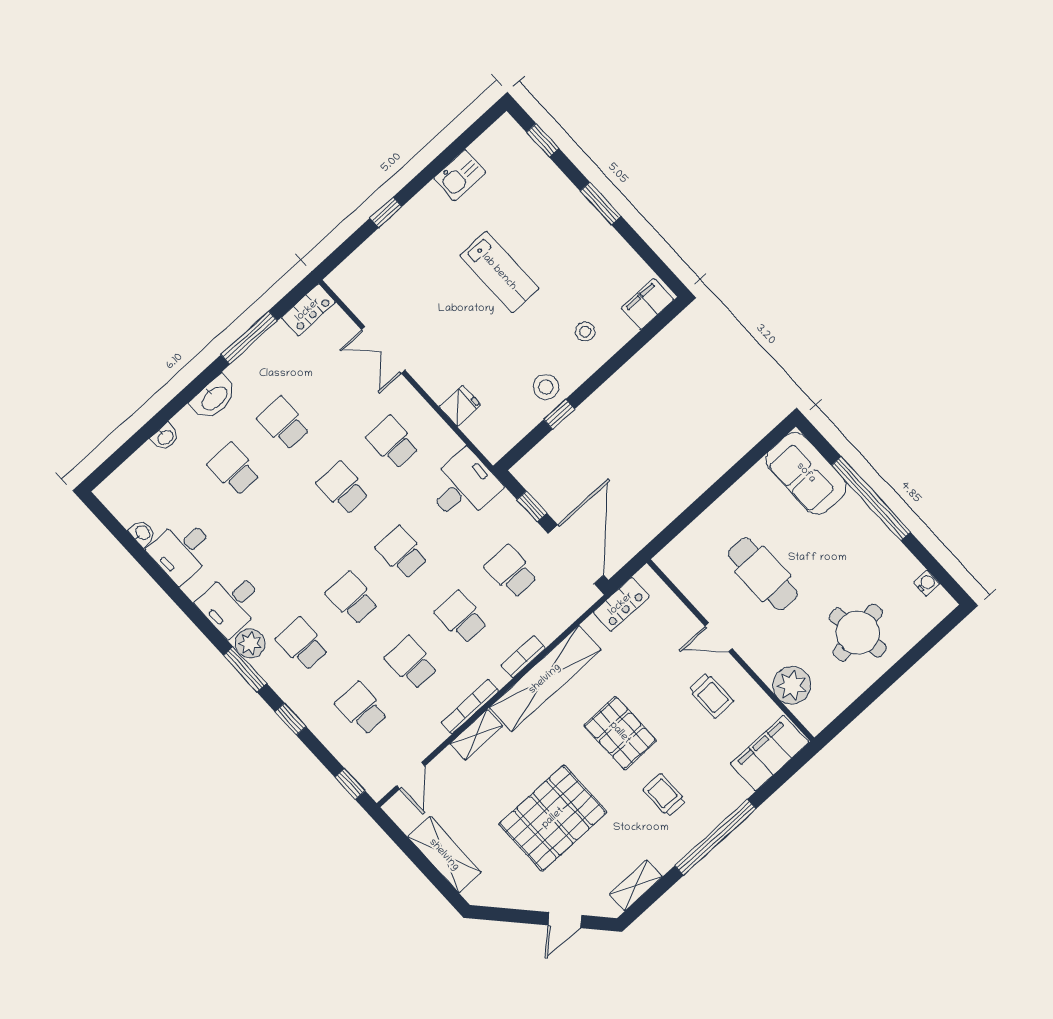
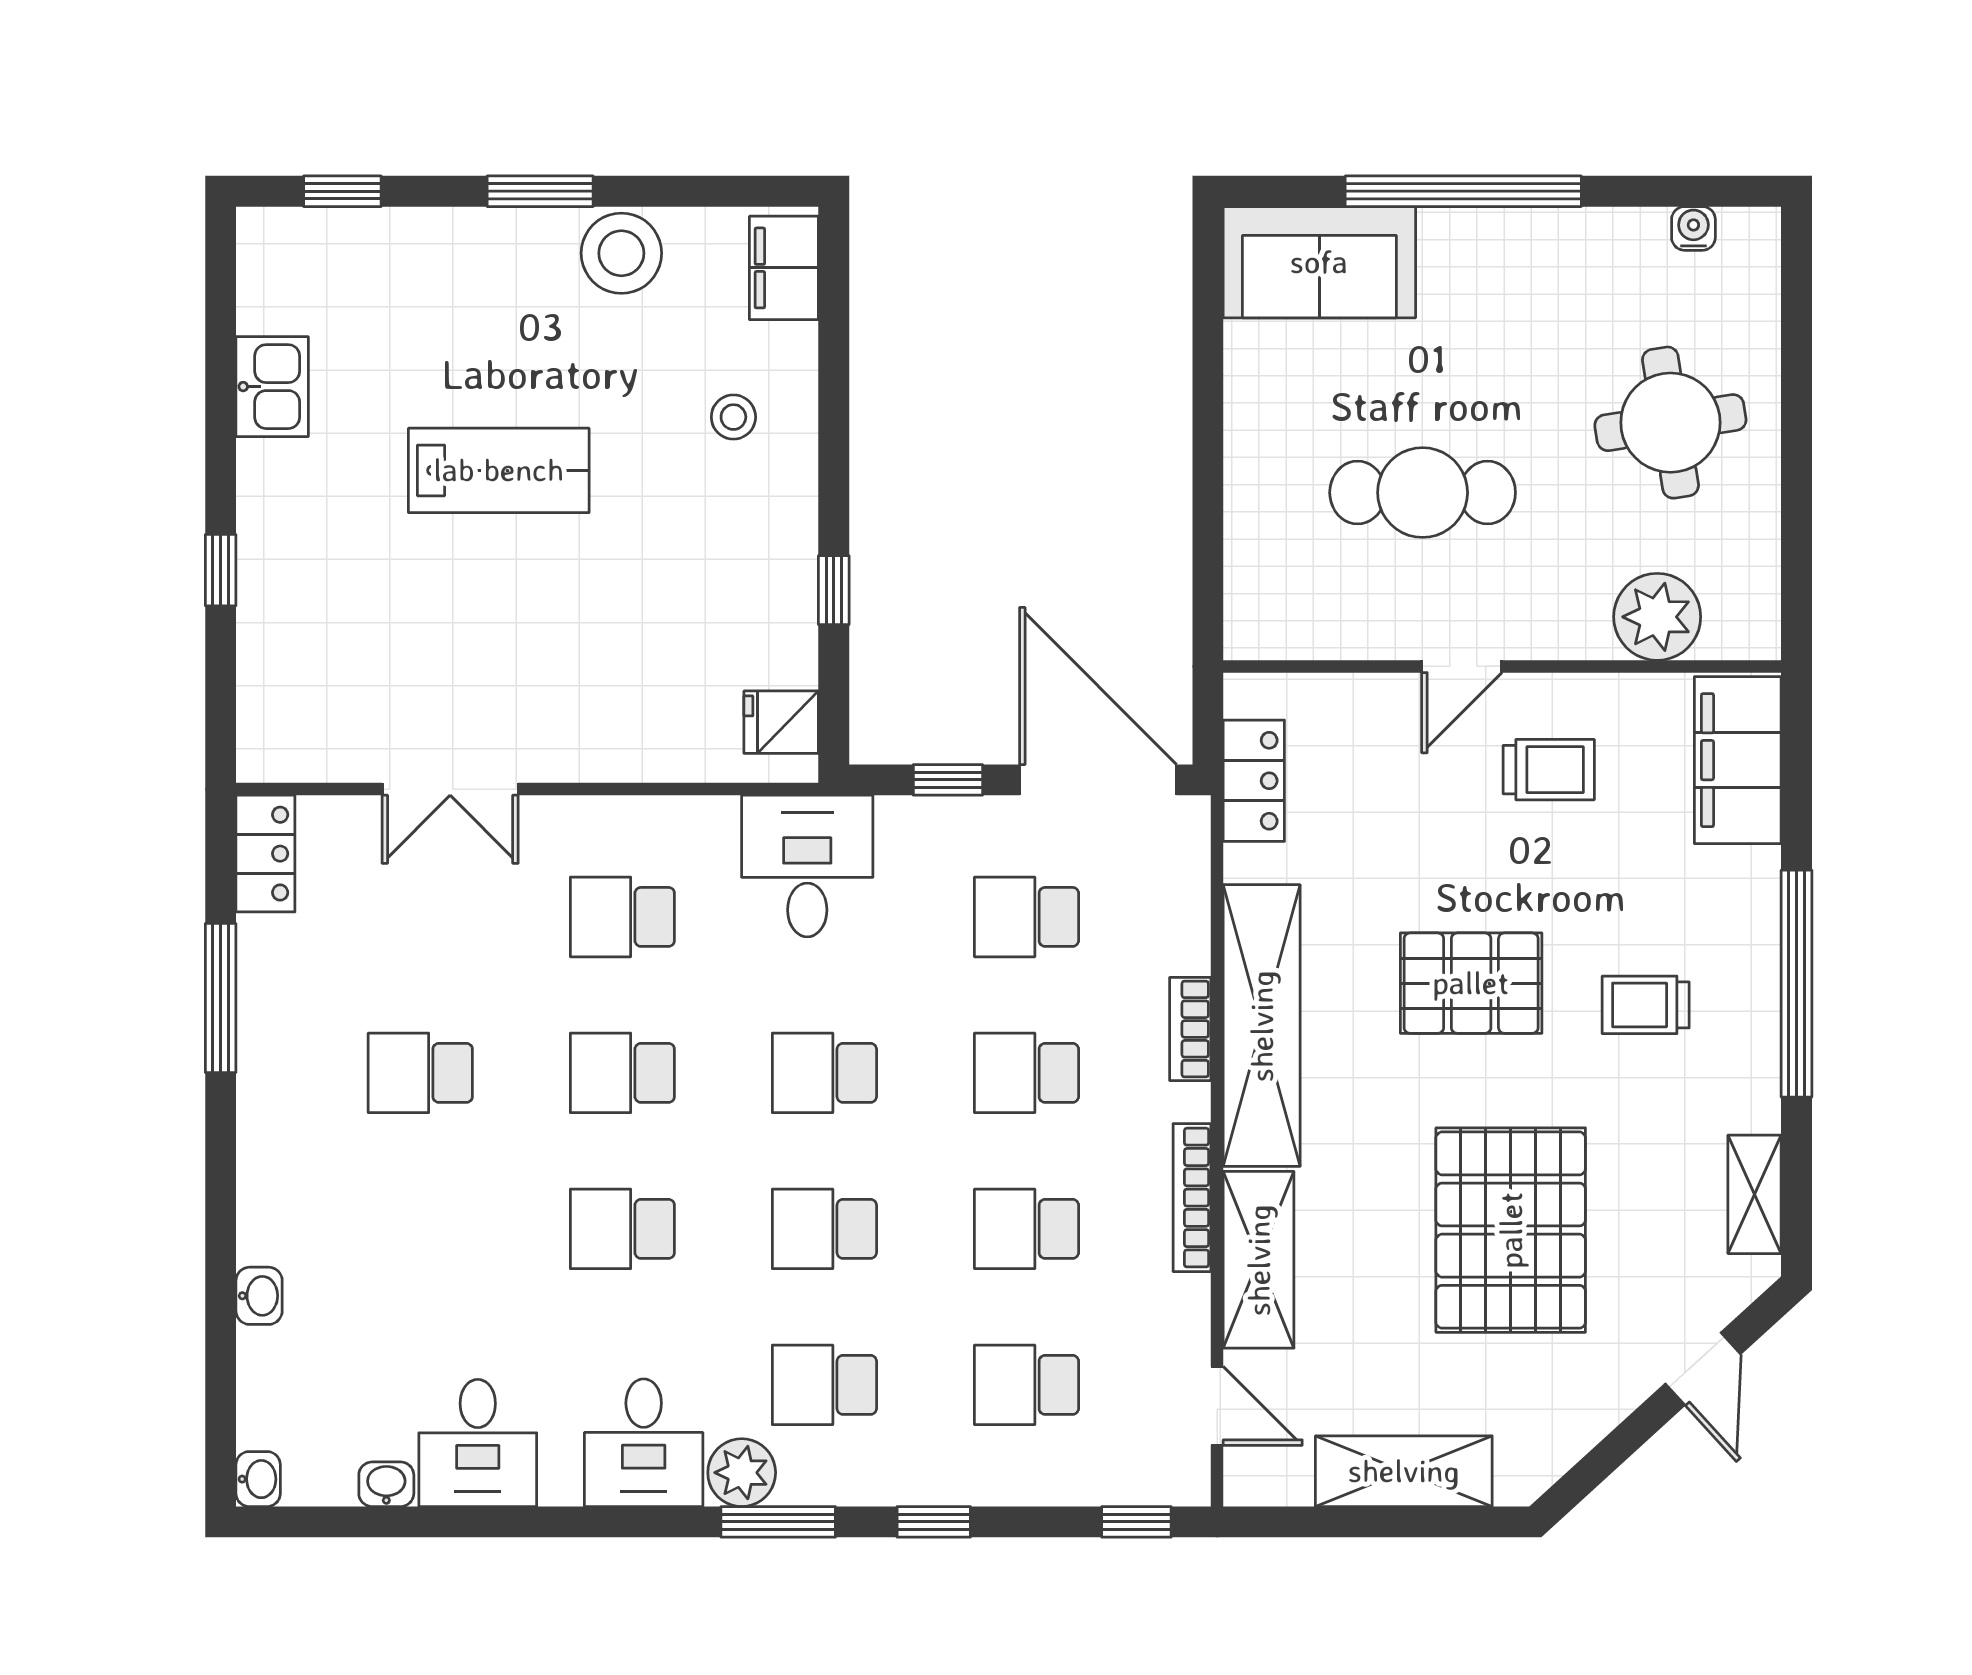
stool: (546, 387) -> (621, 253), moved, width x1.38, depth x1.38
washbasin: (214, 398) -> (258, 1479), moved, width x0.52, depth x0.69
fridge: (460, 406) -> (781, 722), moved, turned -90
school desk: (234, 469) -> (622, 1229), moved
shelving: (476, 735) -> (1259, 1260), width x1.50, depth x1.33

